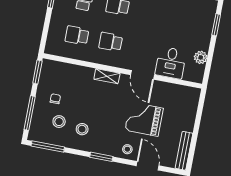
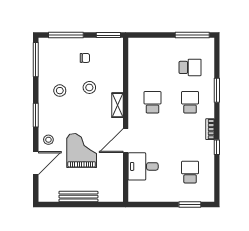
school desk: (77, 35) -> (190, 172), moved
plant: (201, 57) -> (154, 195), removed
stool: (59, 122) -> (89, 87), moved
bench: (184, 151) -> (78, 197), moved

